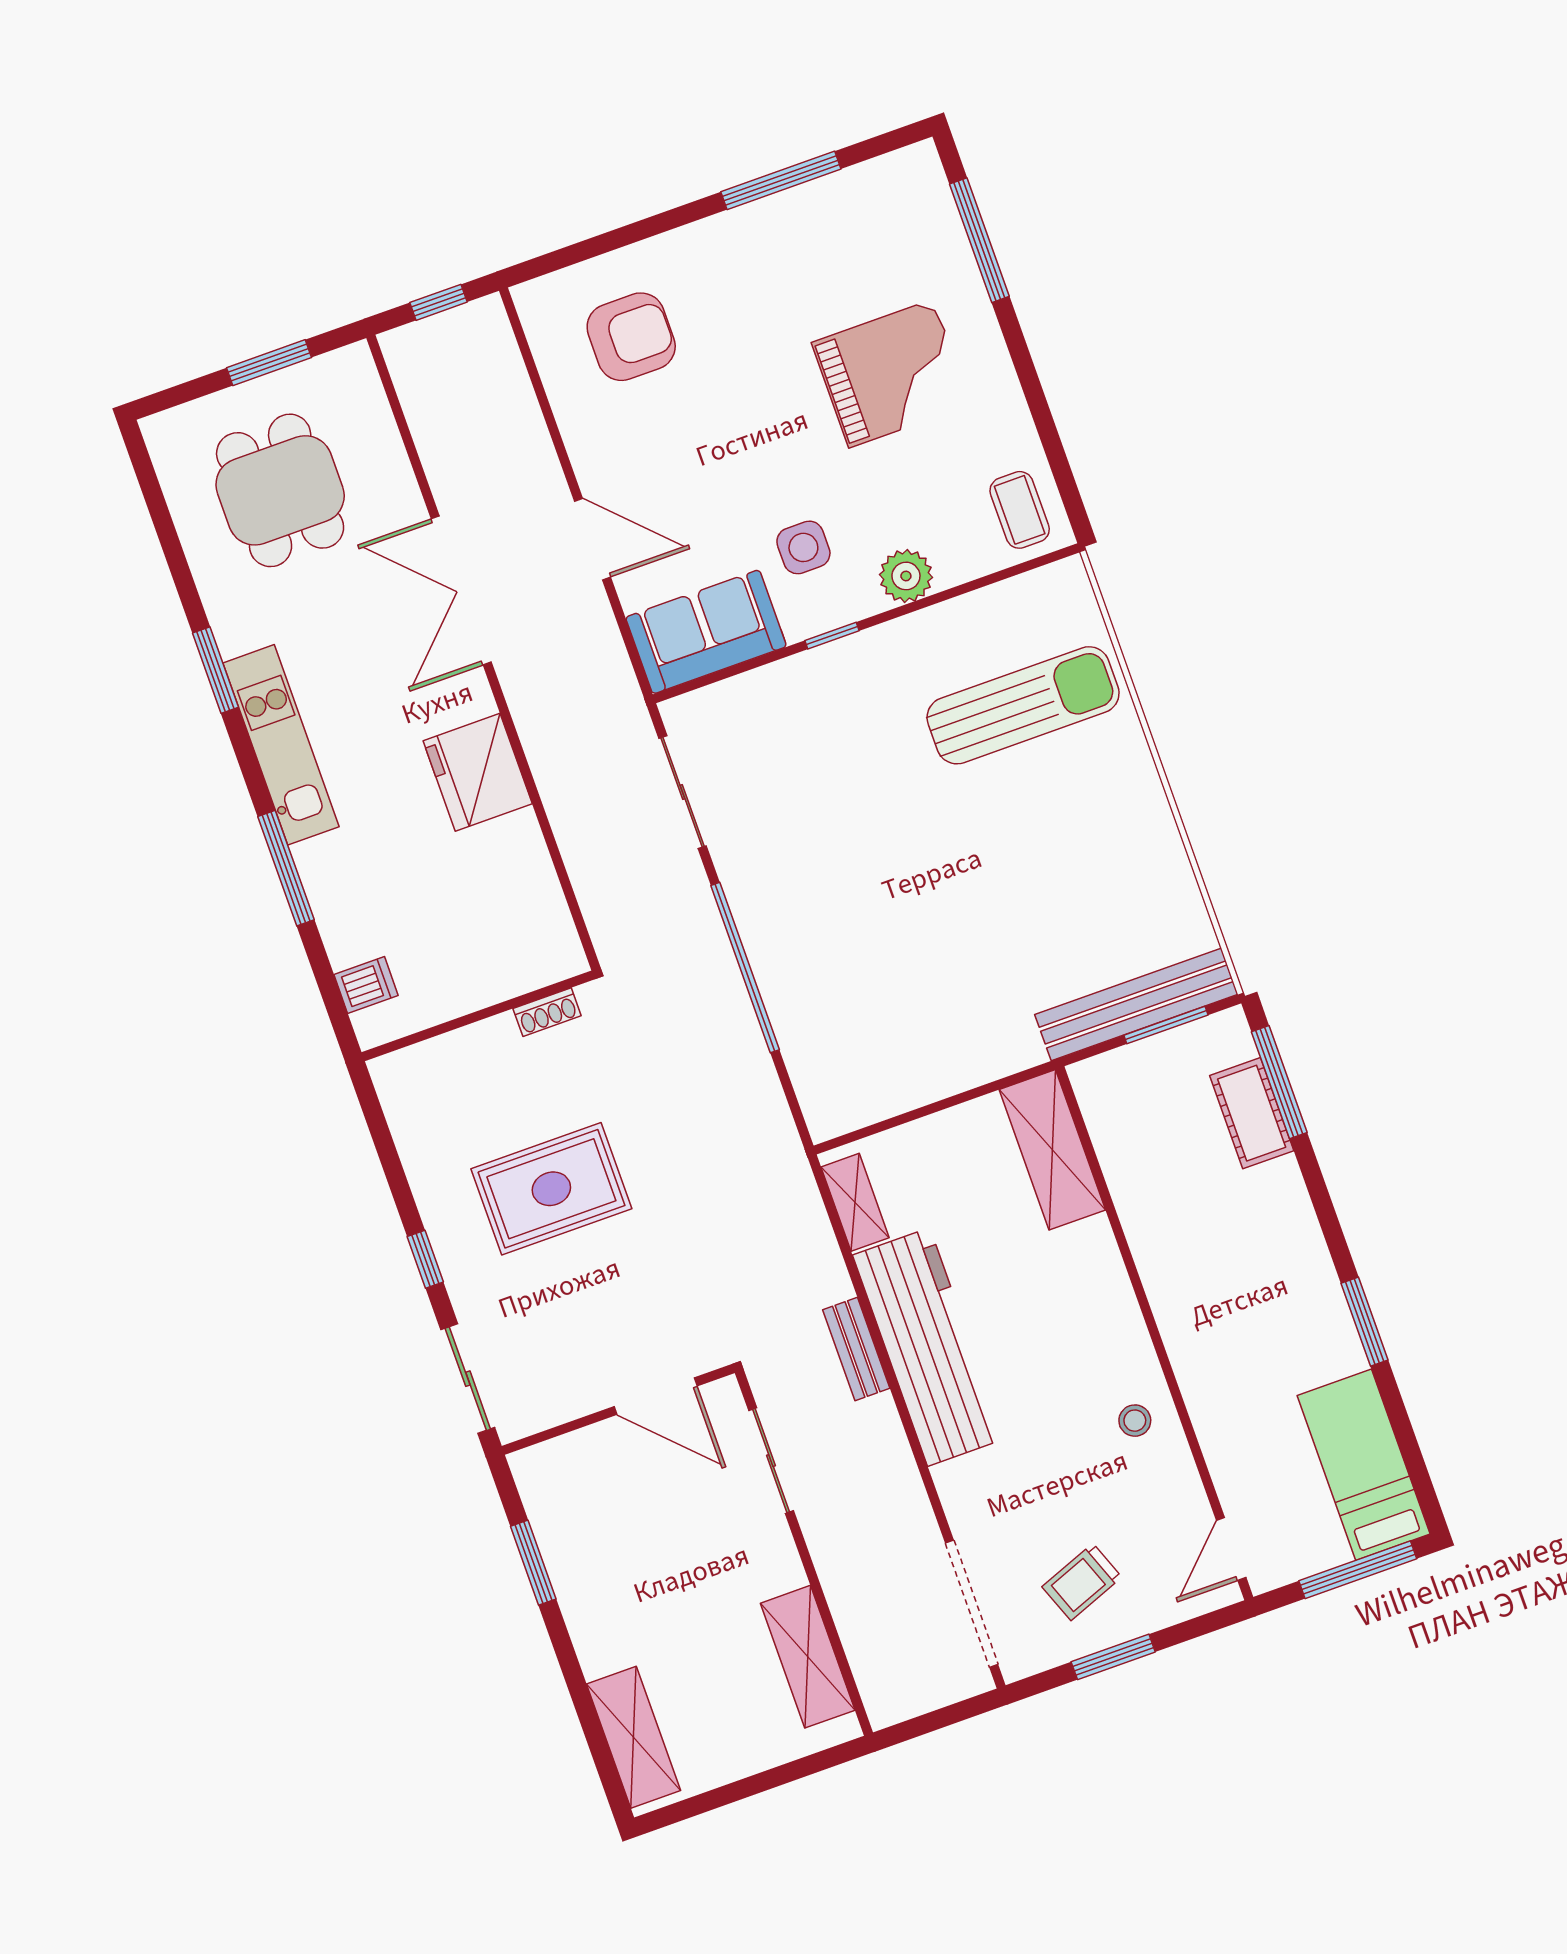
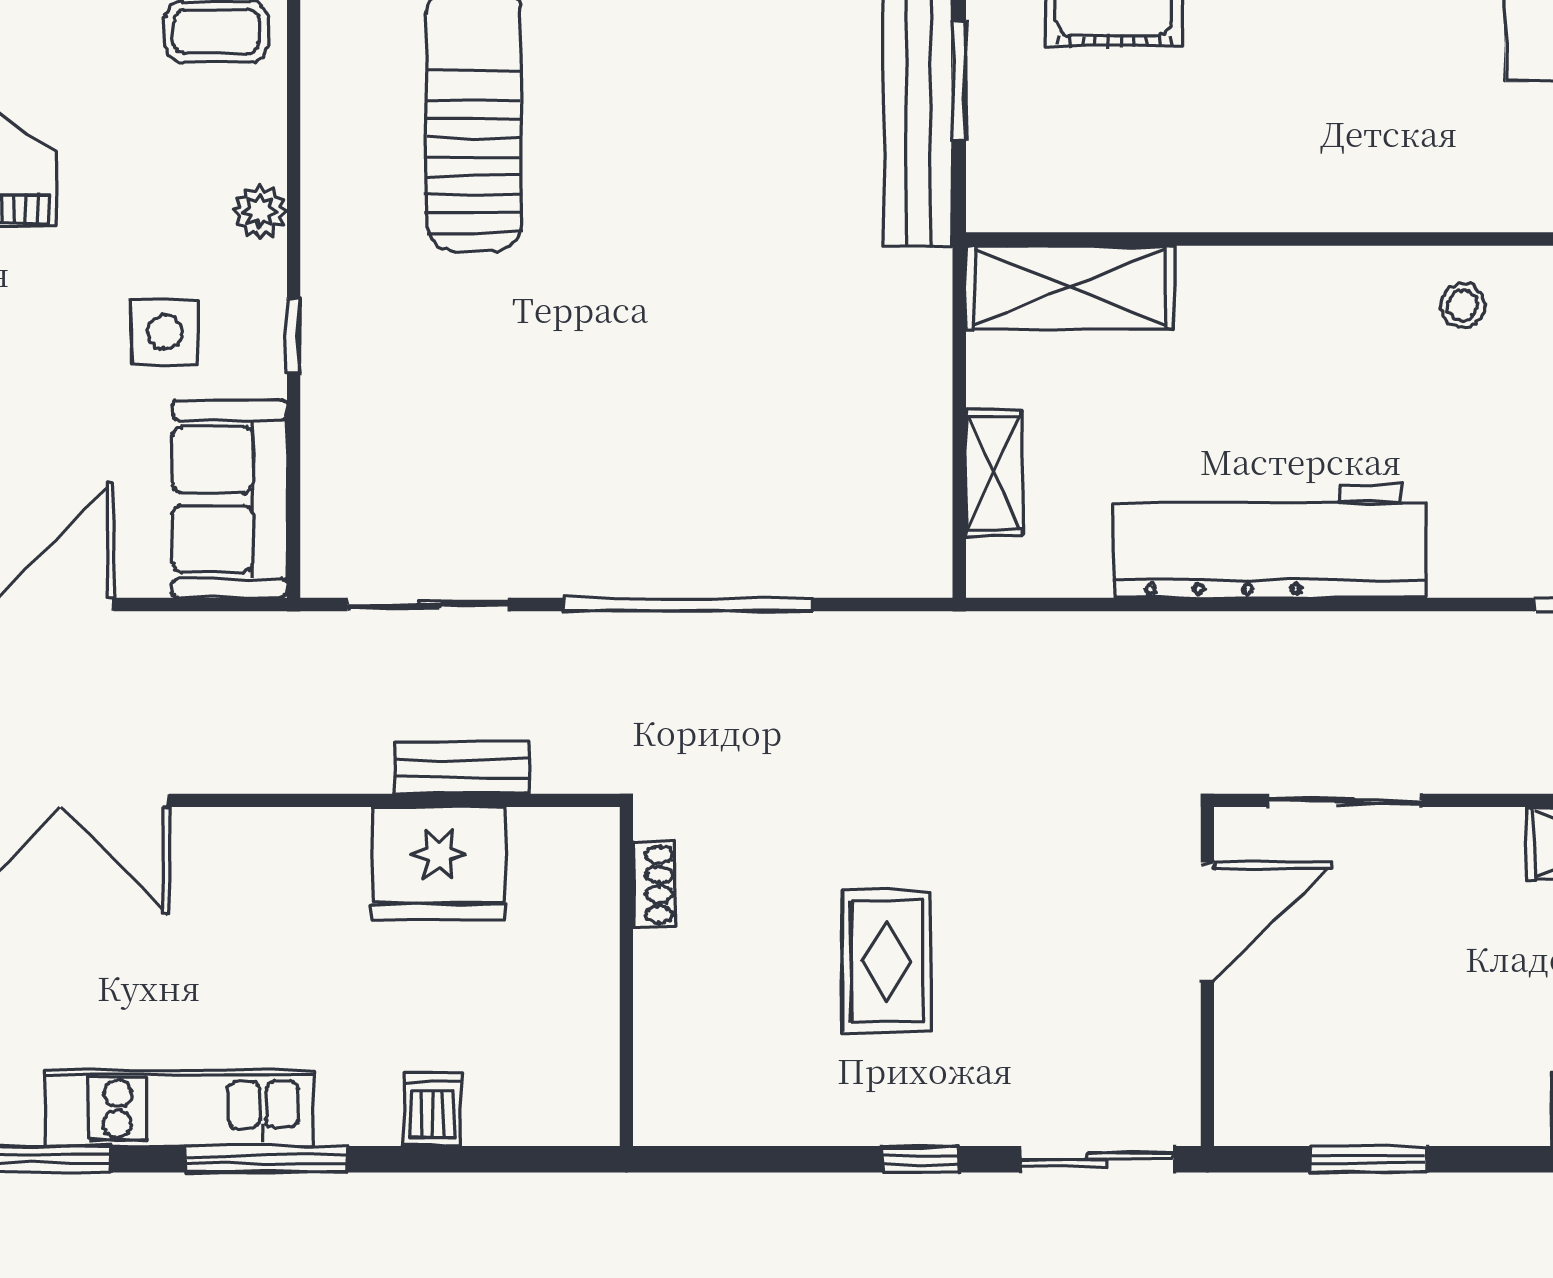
plant: (906, 576) -> (260, 211), width x0.73, depth x0.73
fridge: (478, 772) -> (439, 864), moved
window: (286, 868) -> (266, 1159), moved
dishwasher: (366, 985) -> (433, 1109), moved
rug: (551, 1189) -> (887, 961), width x0.73, depth x0.70
shelving: (855, 1202) -> (994, 473), moved, turned 90
bench: (856, 1349) -> (462, 768), moved

